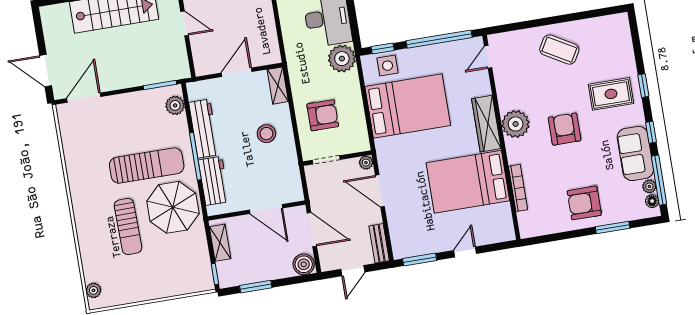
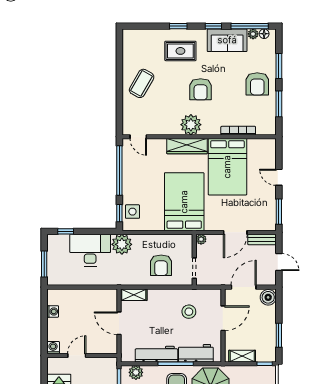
rug: (611, 94) -> (180, 51), turned 90
bed: (408, 106) -> (184, 202), moved
armchair: (323, 115) -> (161, 265), turned 180
armchair: (565, 129) -> (201, 89), turned -90
stool: (266, 134) -> (189, 312), moved
door: (380, 191) -> (235, 232), moved
window: (562, 236) -> (279, 104), added

